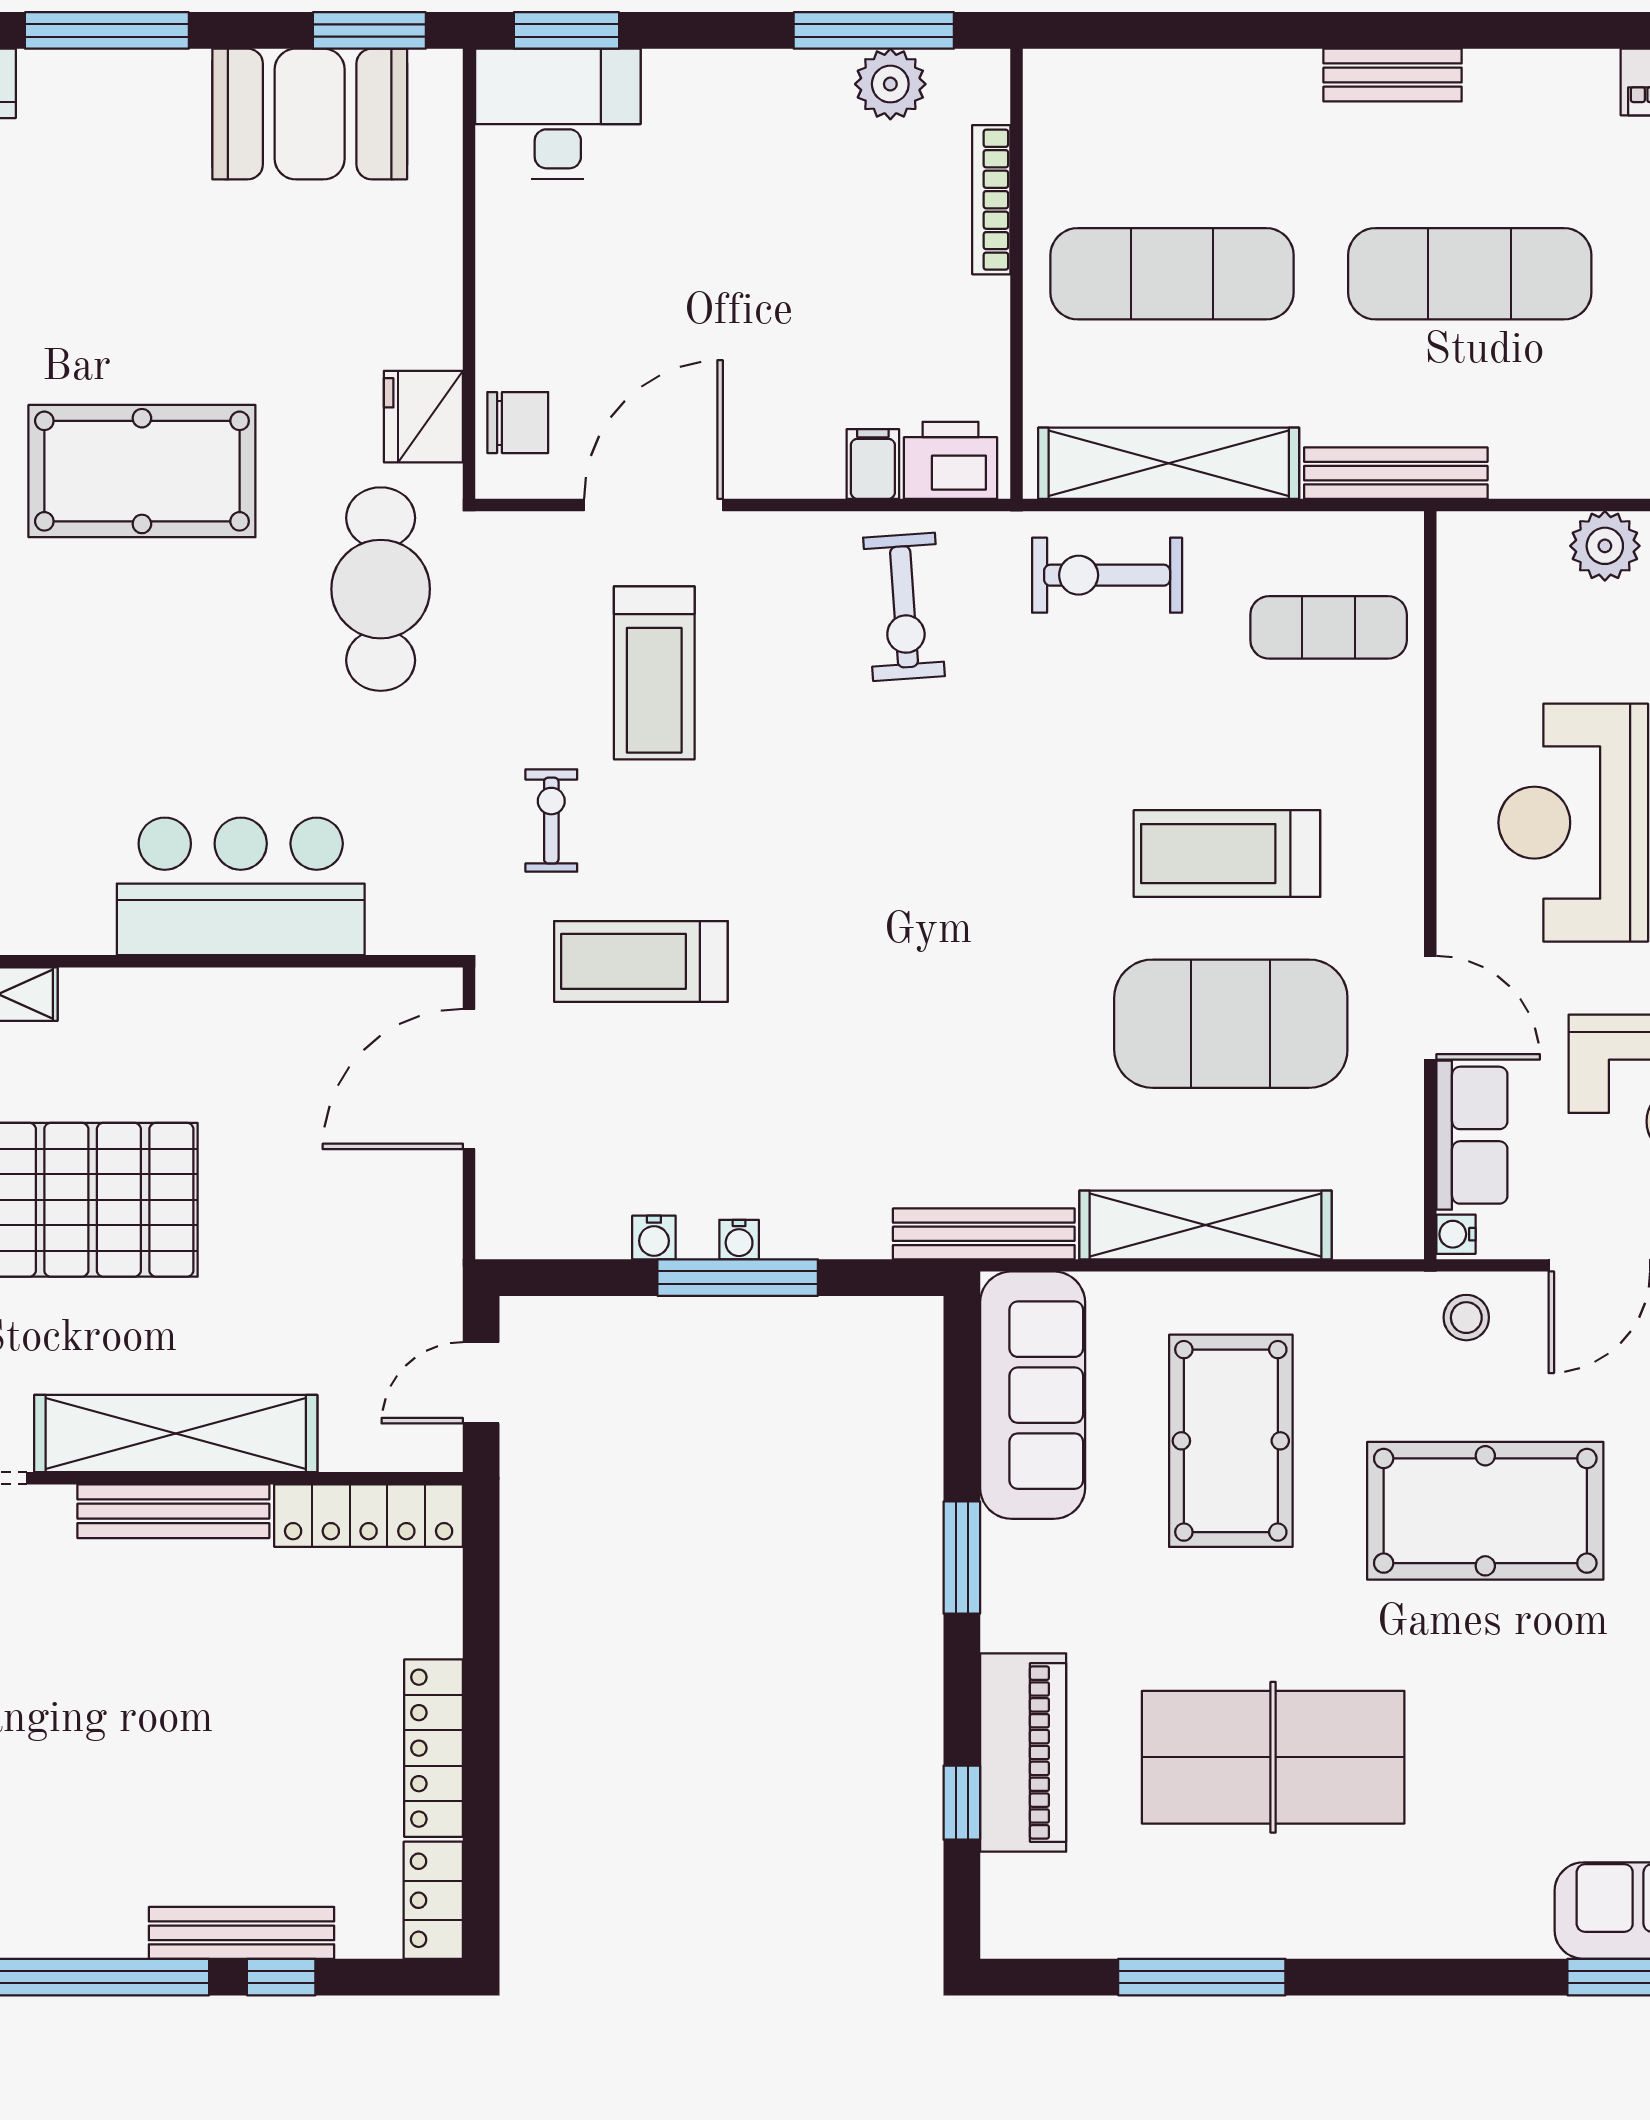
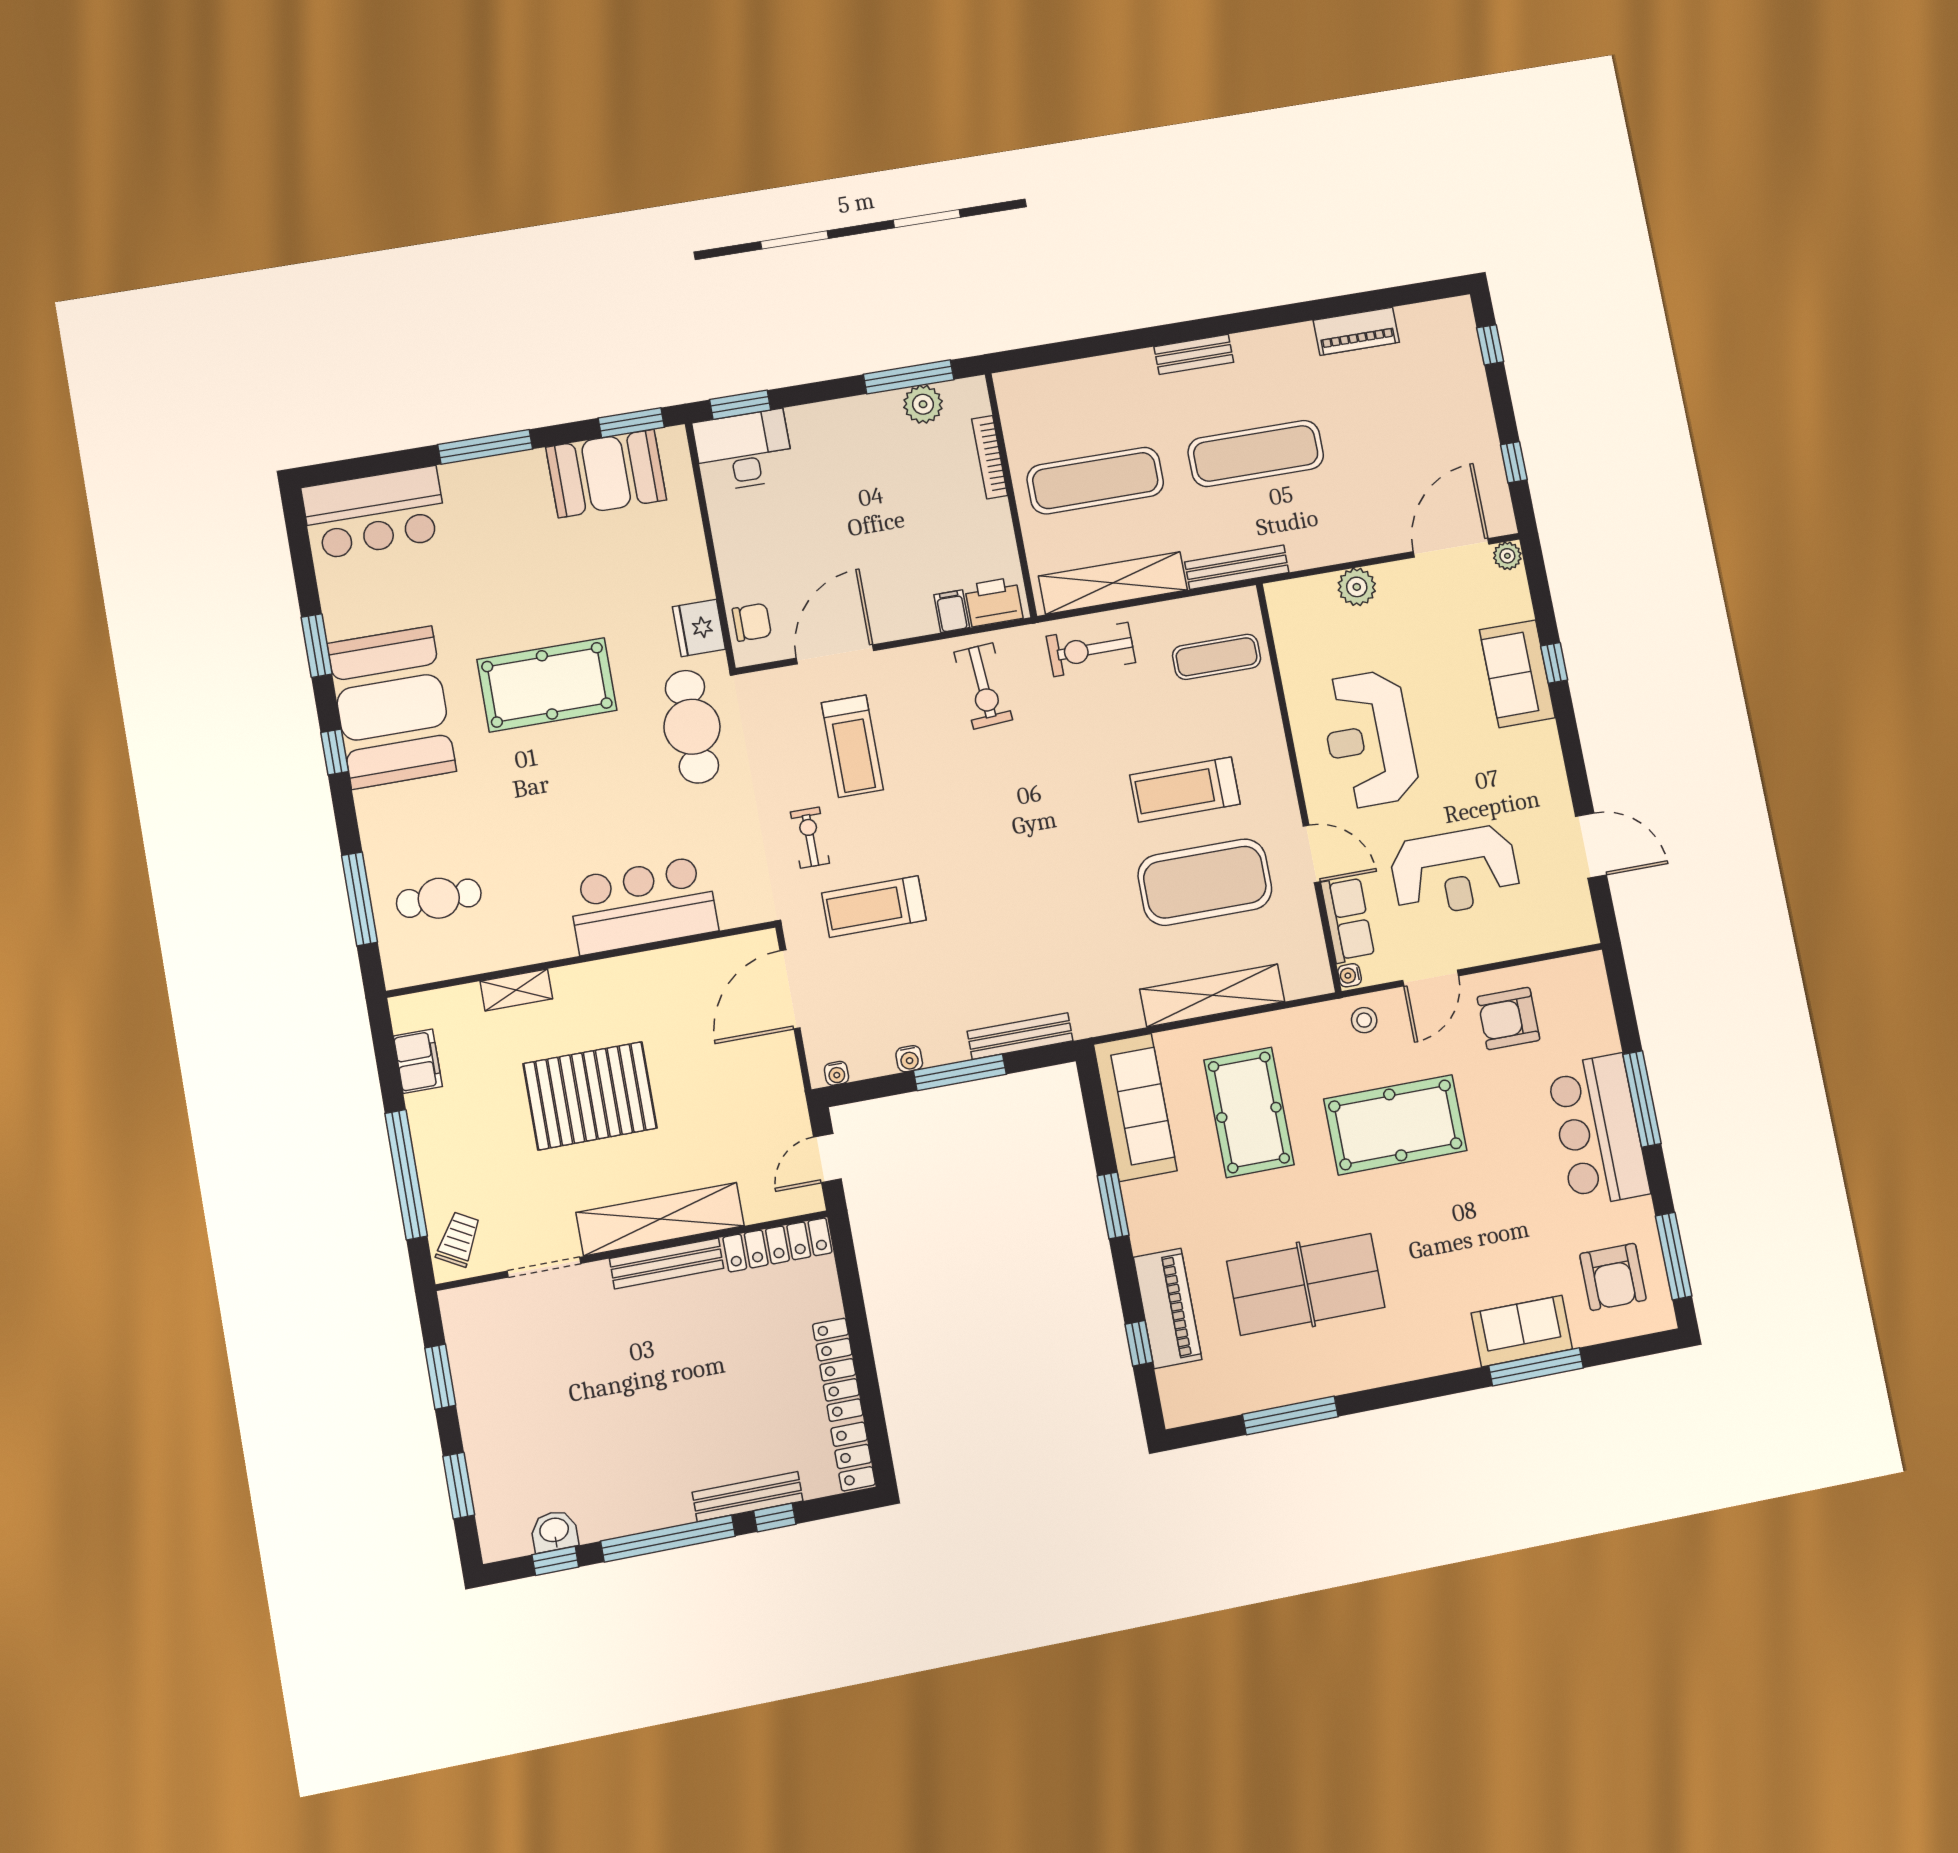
bench: (984, 1234) -> (1020, 1036), moved
water cooler: (739, 1240) -> (837, 1073), moved

